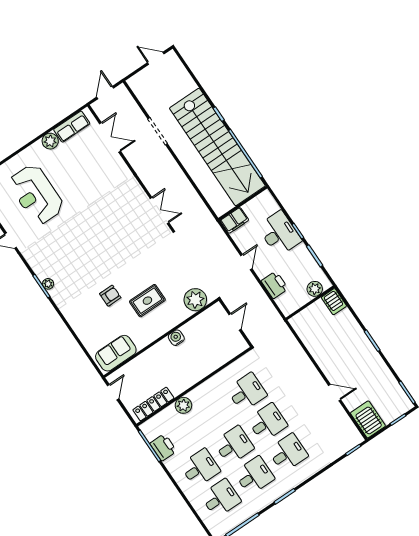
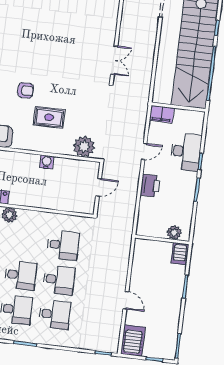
plant: (315, 289) -> (174, 232), moved
server rack: (334, 302) -> (180, 254), moved
wall: (310, 303) -> (162, 240), moved

